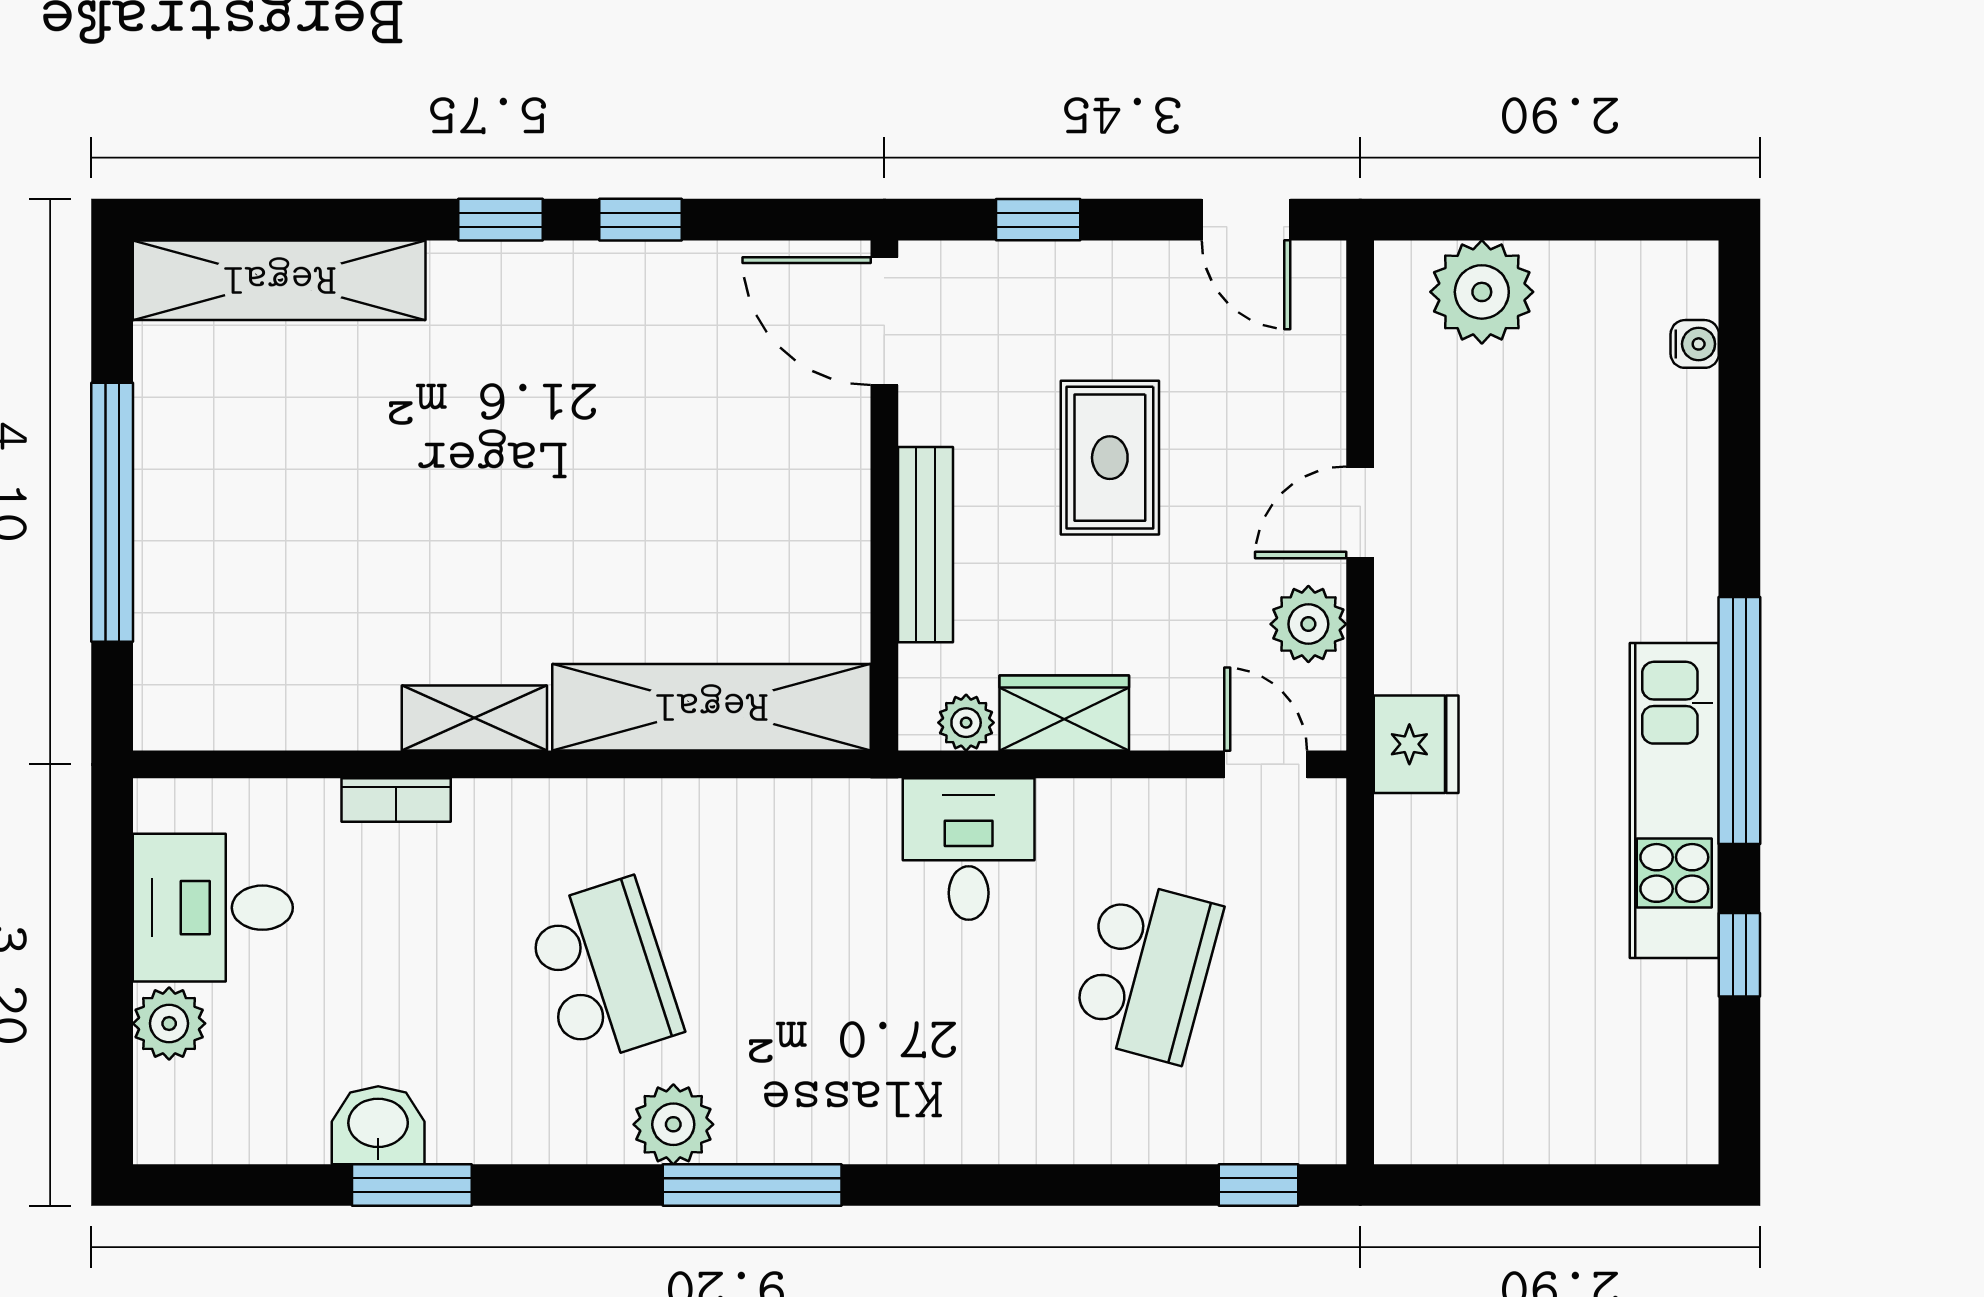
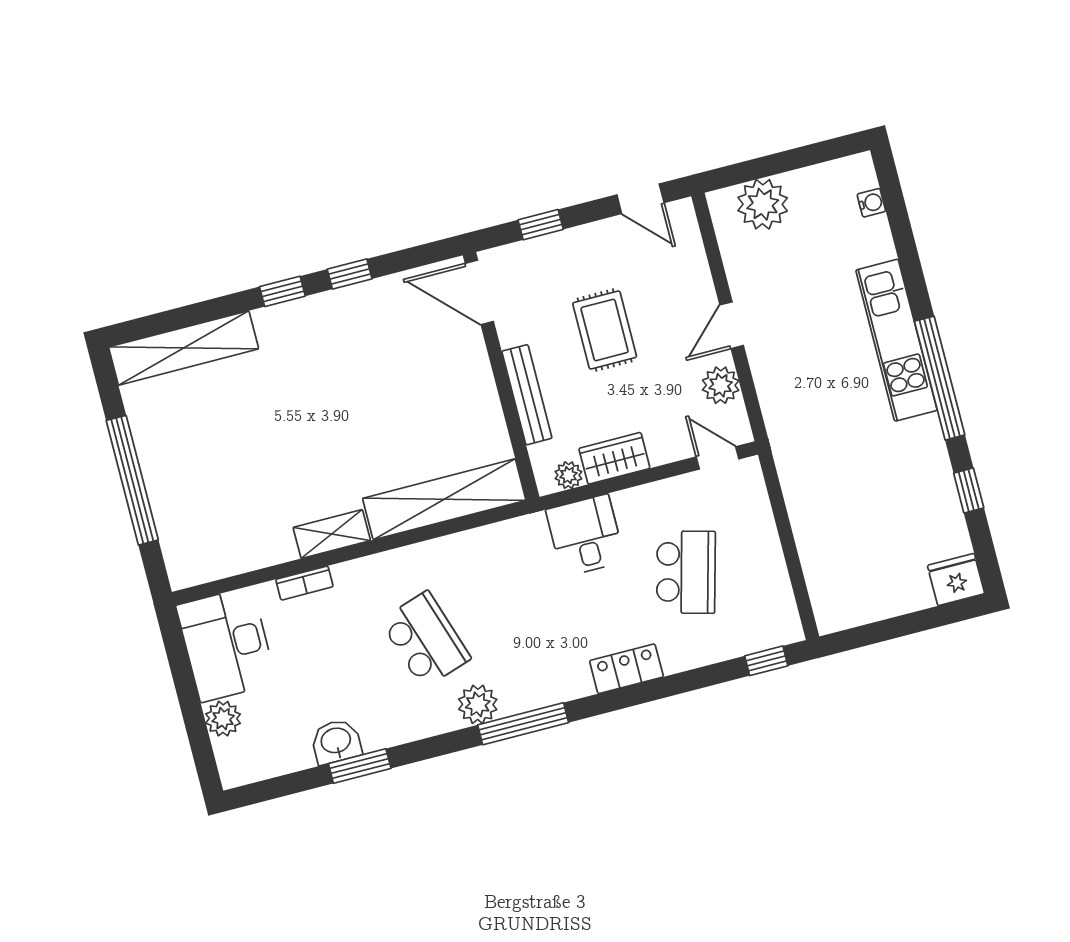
fridge: (1416, 744) -> (956, 580), moved, turned -90
kitchen unit: (1674, 800) -> (896, 340), moved
desk: (213, 908) -> (226, 644), width x1.37
locker: (981, 1130) -> (626, 669), added

